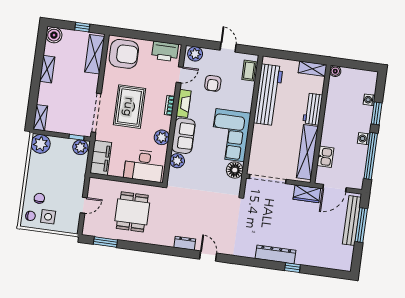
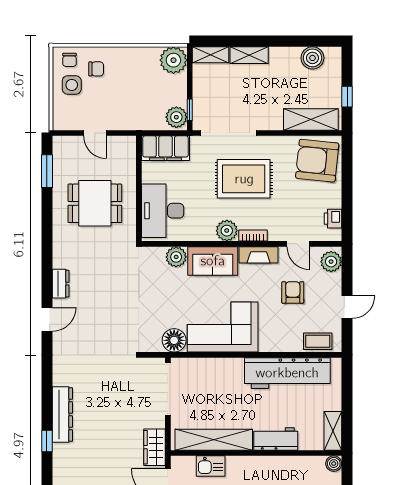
boiler: (54, 35) -> (312, 58), moved
printer: (165, 51) -> (333, 219), width x0.53, depth x0.68
armchair: (124, 54) -> (317, 161), turned 96
shelving: (47, 69) -> (249, 55), moved
armchair: (213, 83) -> (293, 292), turned 90
plant: (162, 137) -> (227, 231), moved

